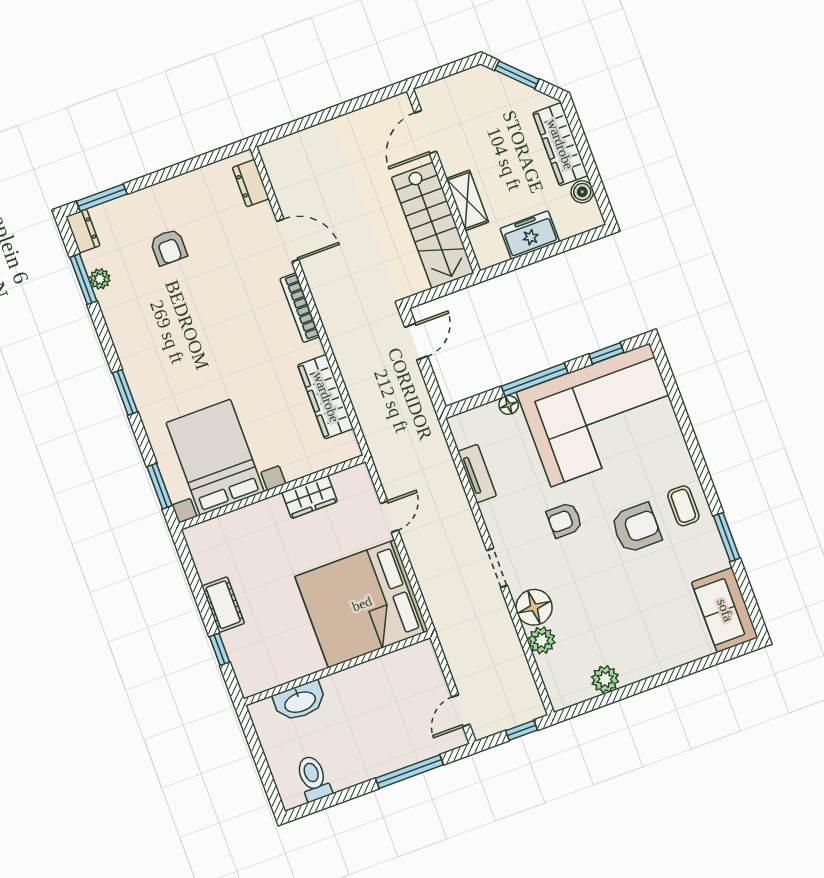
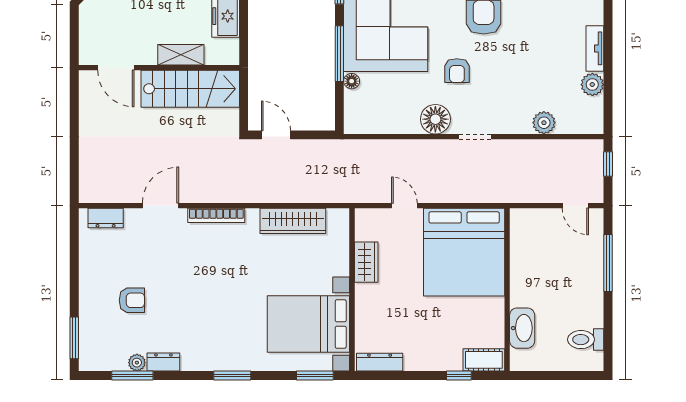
dresser: (83, 231) -> (163, 362), moved
tv unit: (477, 474) -> (595, 48), moved, turned -90
dresser: (202, 554) -> (380, 362), added
cot: (223, 605) -> (484, 360), moved
floor lamp: (534, 607) -> (435, 119), moved

